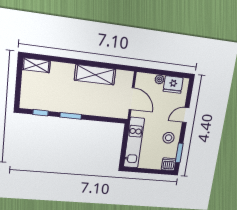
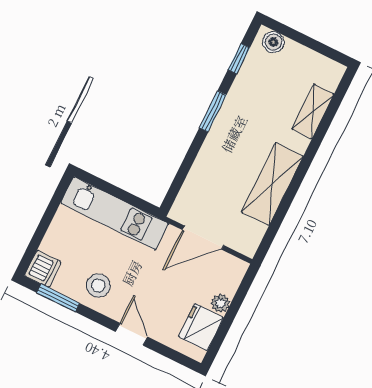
shelving: (36, 65) -> (313, 111), moved
boiler: (26, 99) -> (273, 42), added

